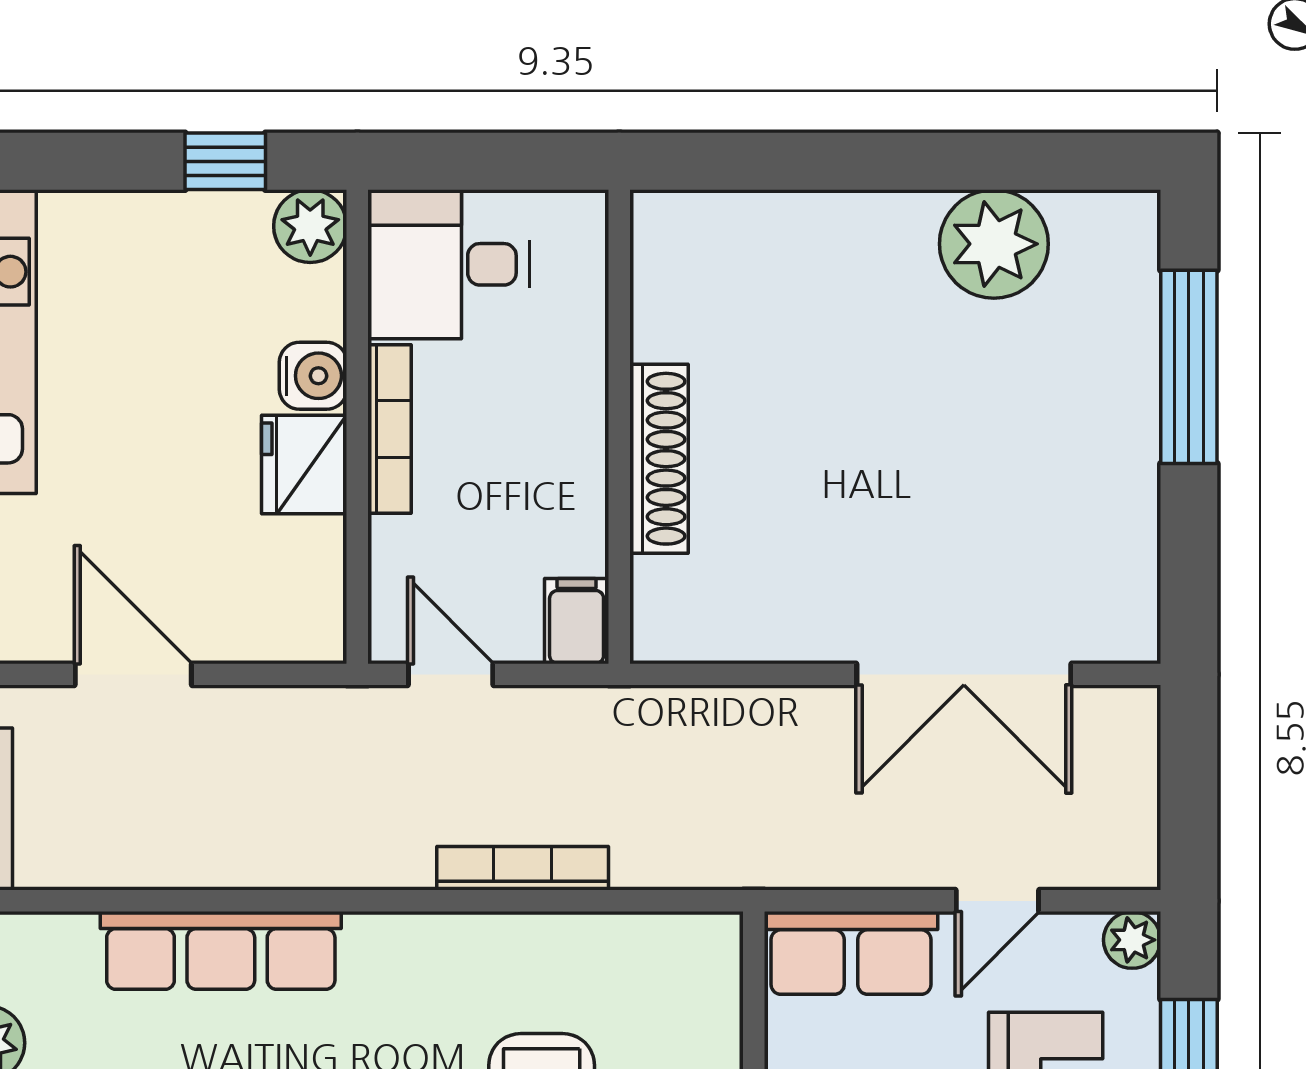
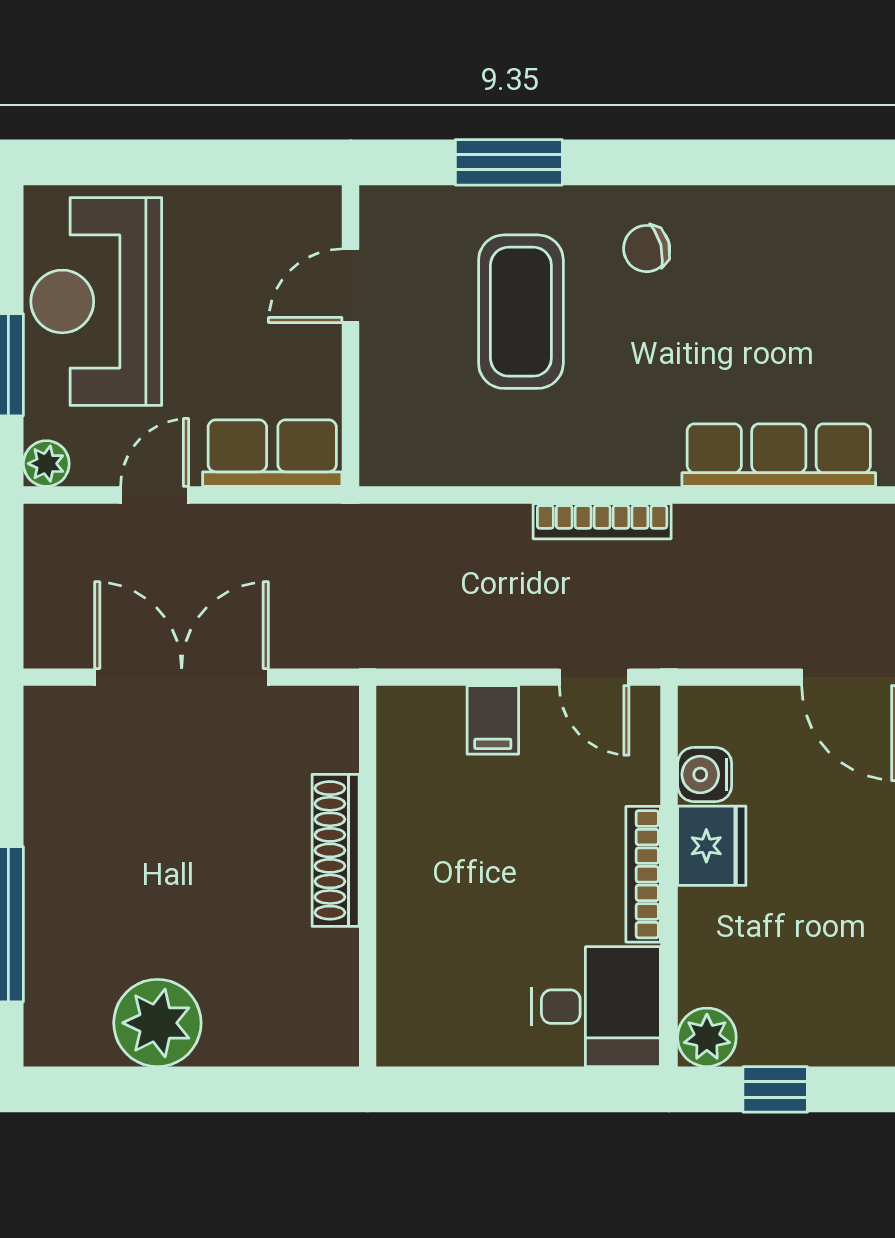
water cooler: (313, 376) -> (705, 774), moved
wall: (619, 427) -> (368, 876), moved
shoe rack: (659, 459) -> (336, 850), moved
bookcase: (523, 868) -> (602, 521), moved

